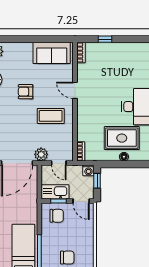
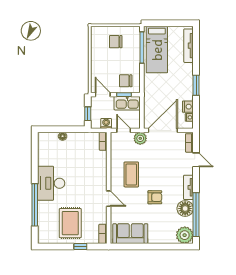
coffee table: (51, 116) -> (131, 174), turned 90
rug: (122, 138) -> (70, 223), moved, turned 90
washing machine: (88, 170) -> (106, 123), moved

